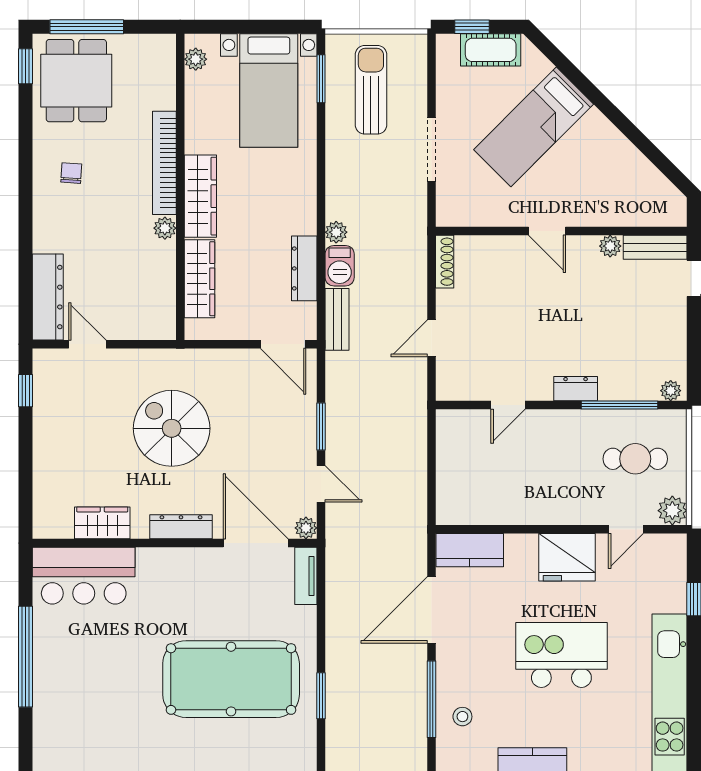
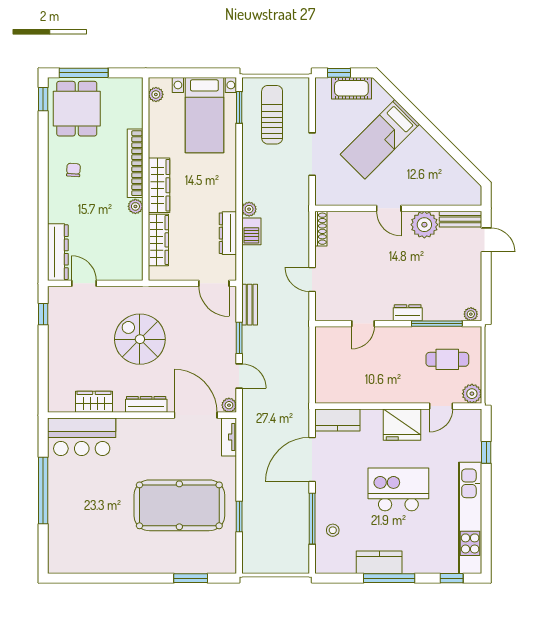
plant: (610, 246) -> (424, 225), width x1.88, depth x1.88
bench: (337, 319) -> (250, 305), moved
door: (432, 338) -> (312, 279), hinge flipped

